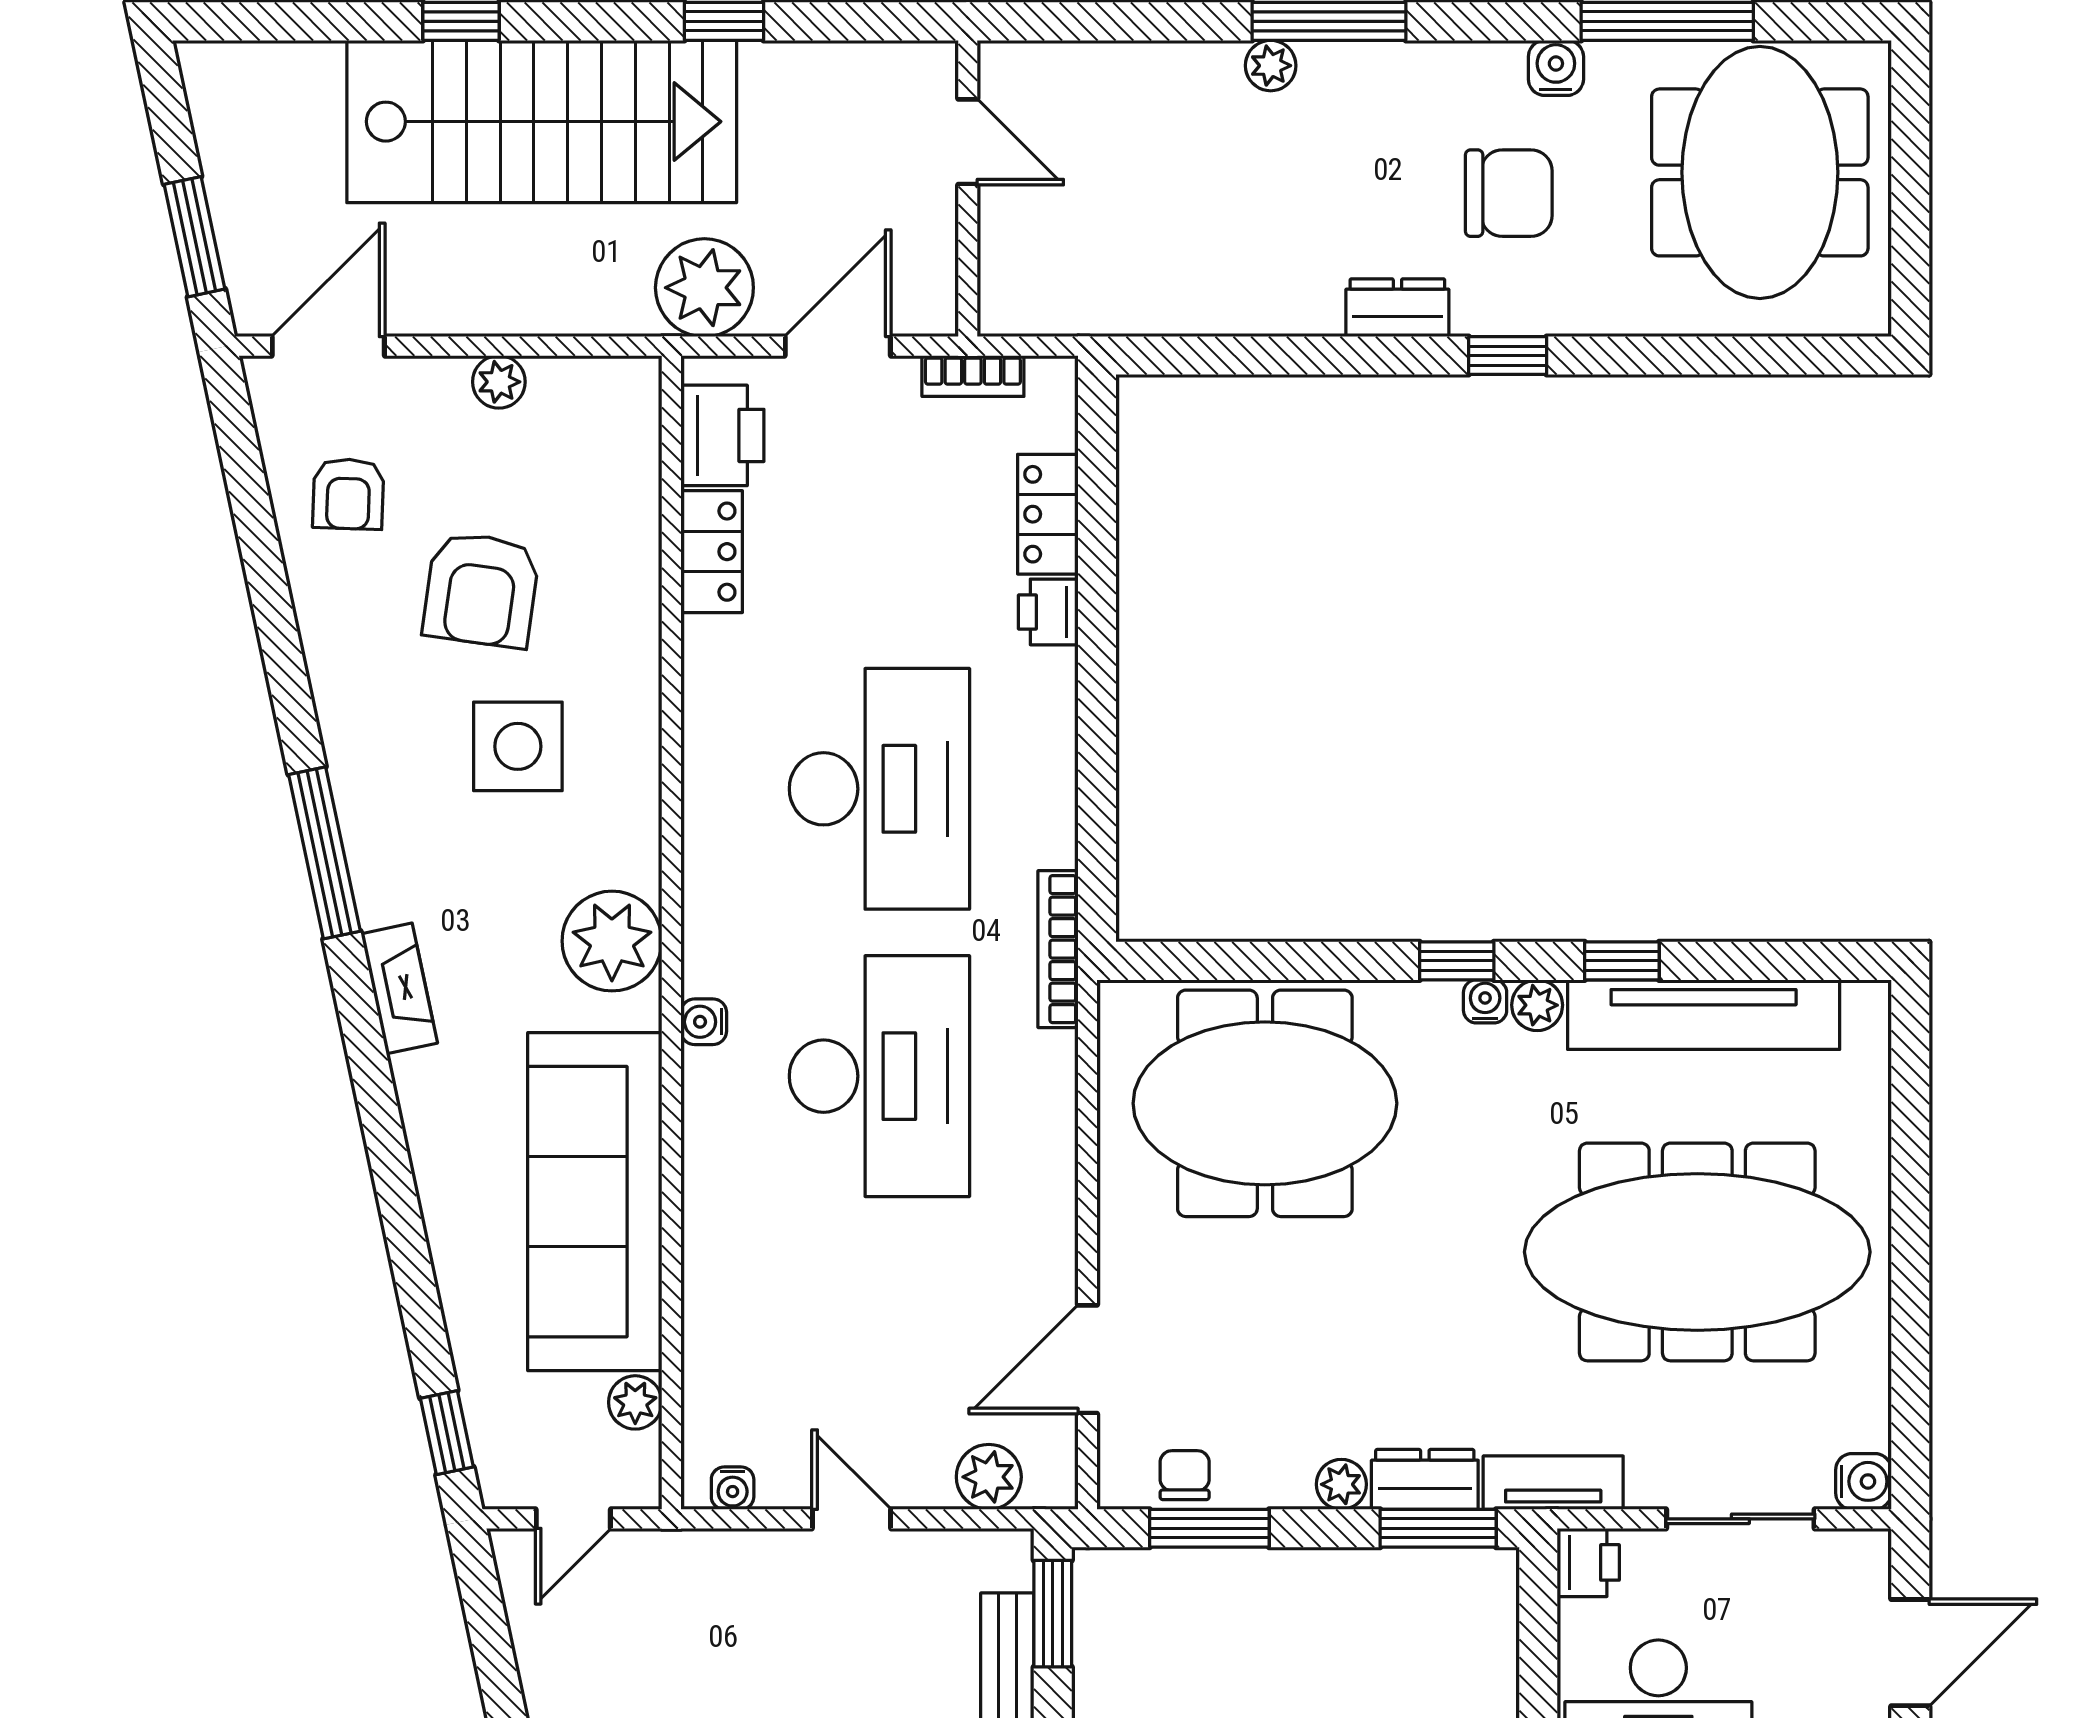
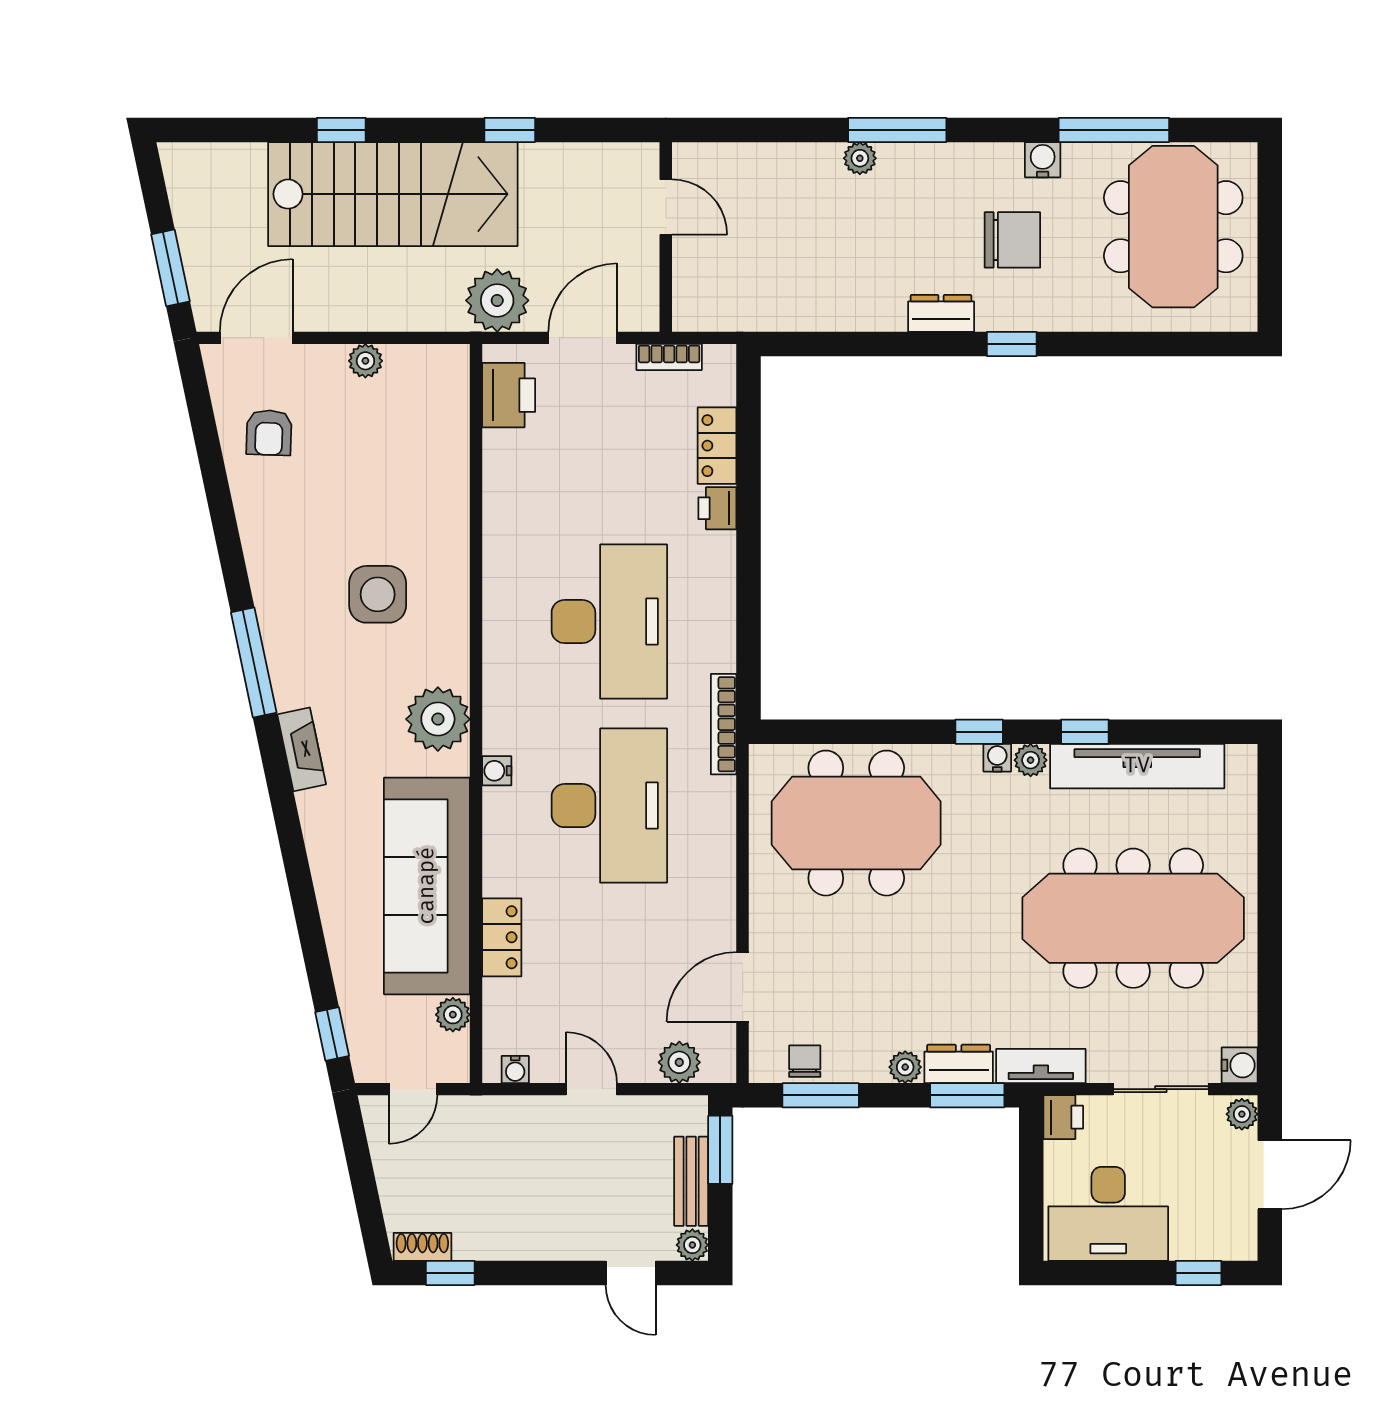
locker: (712, 552) -> (502, 937), moved
armchair: (481, 590) -> (354, 494), removed
plant: (1867, 1558) -> (1242, 1114), added

